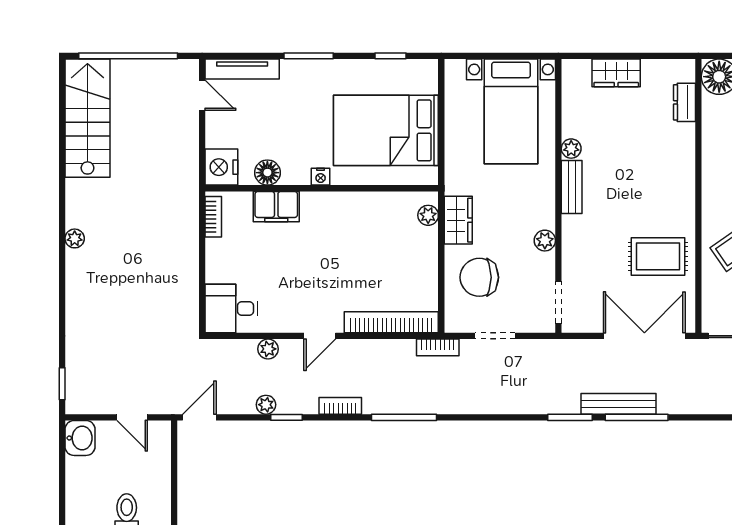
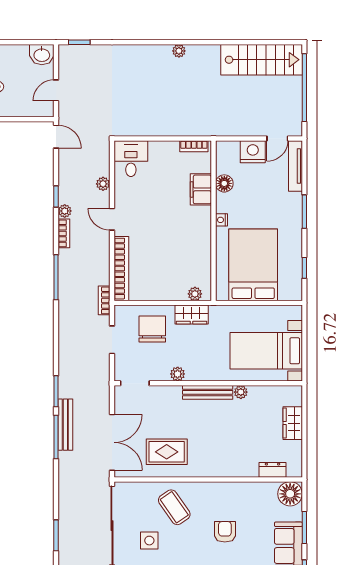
nightstand: (221, 167) -> (253, 152), moved
bench: (572, 187) -> (208, 392), width x1.36
rug: (658, 256) -> (167, 452), turned 90
plant: (266, 405) -> (65, 211), moved

